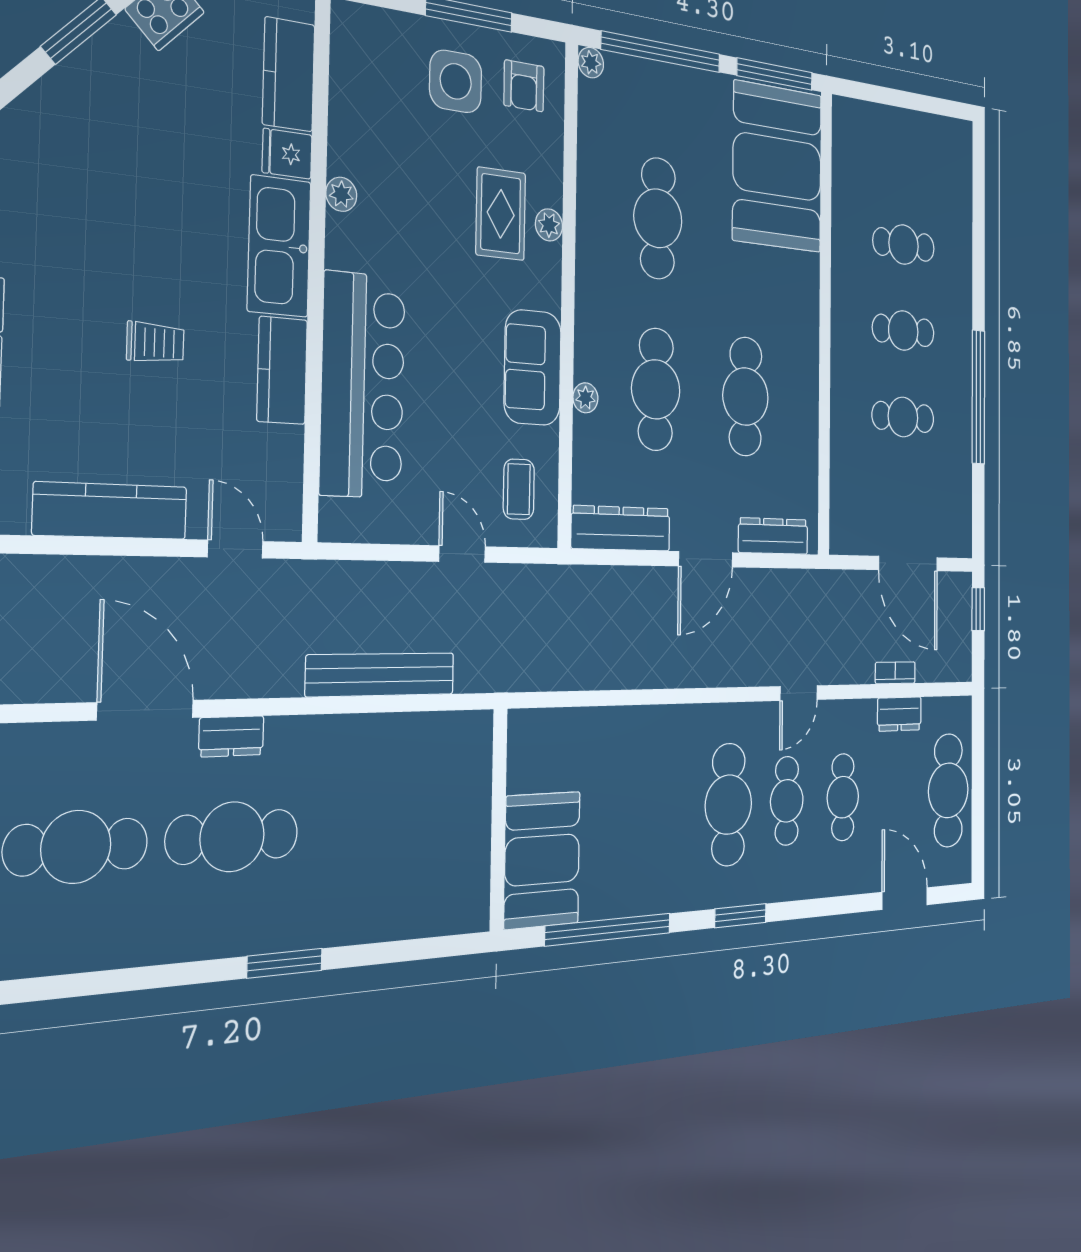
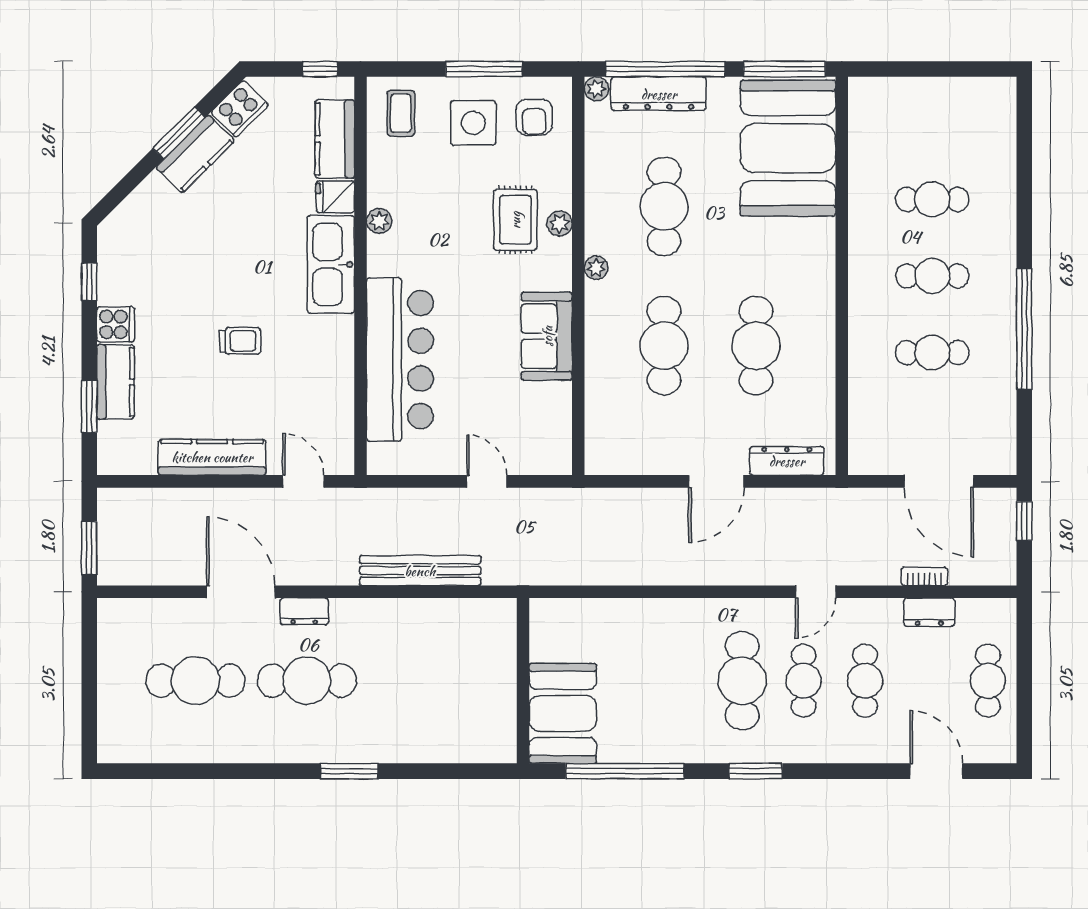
kitchen counter: (282, 370) -> (195, 154), moved, turned -135
plant: (585, 398) -> (596, 268), moved
coffee table: (519, 489) -> (401, 113), moved
dresser: (621, 528) -> (659, 94), moved, turned 180
cafe table: (948, 790) -> (988, 681), width x0.73, depth x0.74

